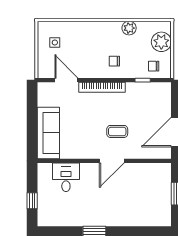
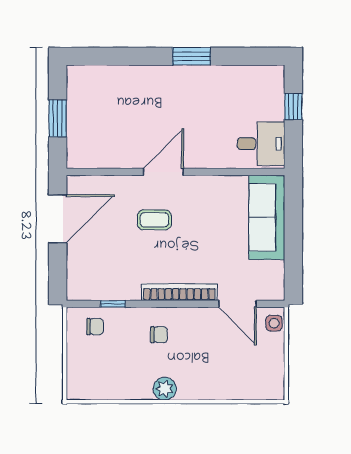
plant: (129, 28) -> (165, 389), moved
side table: (55, 42) -> (274, 323), moved
plant: (161, 42) -> (82, 366), removed
desk: (66, 177) -> (261, 144), moved, turned -90

